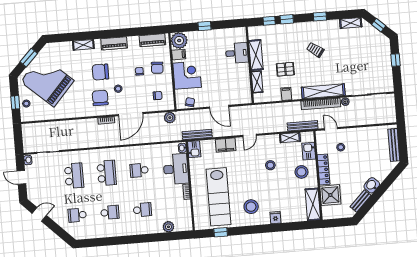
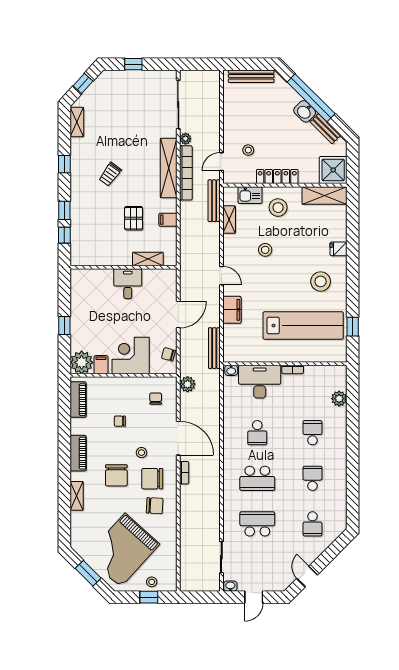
desk: (237, 53) -> (128, 284), moved
shelving: (256, 55) -> (110, 257), removed
chair: (157, 68) -> (155, 506), moved
kitchen sink: (194, 149) -> (234, 354), removed
school desk: (107, 173) -> (257, 478), turned 180
window: (382, 189) -> (311, 98), added
shower: (330, 195) -> (333, 170), moved

